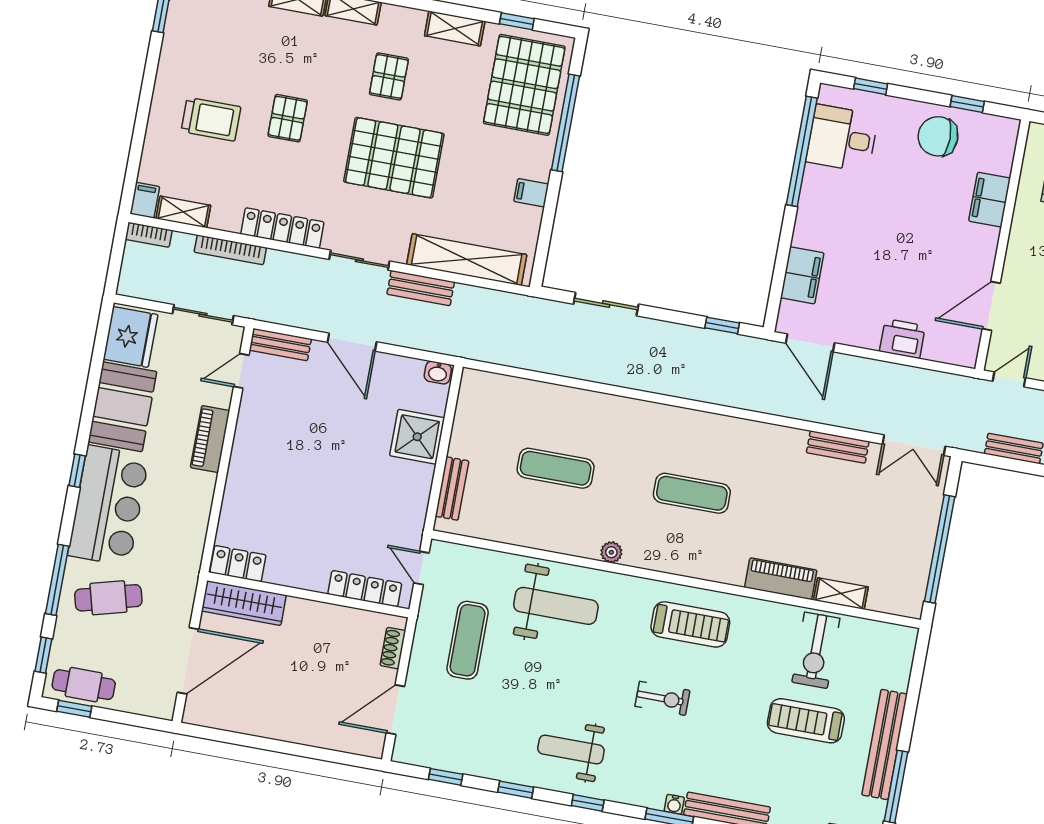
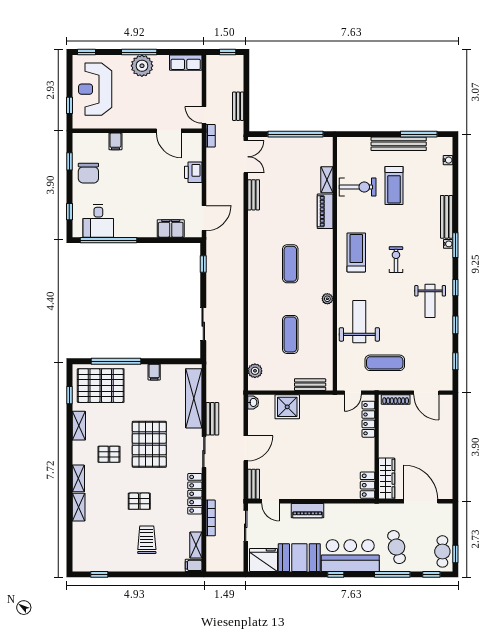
filing cabinet: (990, 200) -> (115, 141), width x0.50
bookcase: (149, 235) -> (211, 136), moved
plant: (498, 387) -> (255, 371), added
shoe rack: (393, 648) -> (396, 400), width x1.43

